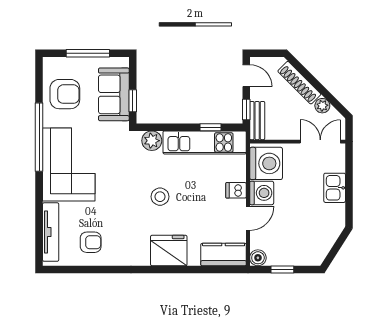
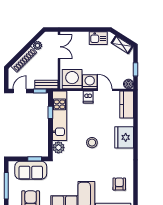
double door: (320, 142) -> (59, 47), swing flipped
kitchen sink: (335, 188) -> (98, 38), moved
shelving: (323, 247) -> (122, 45), added

